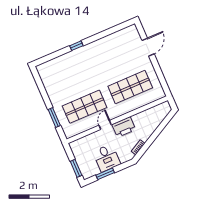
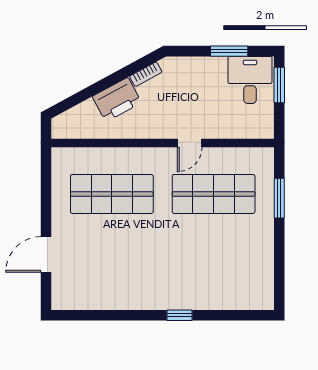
printer: (124, 127) -> (117, 100), moved, turned 152
desk: (107, 158) -> (250, 80), moved

